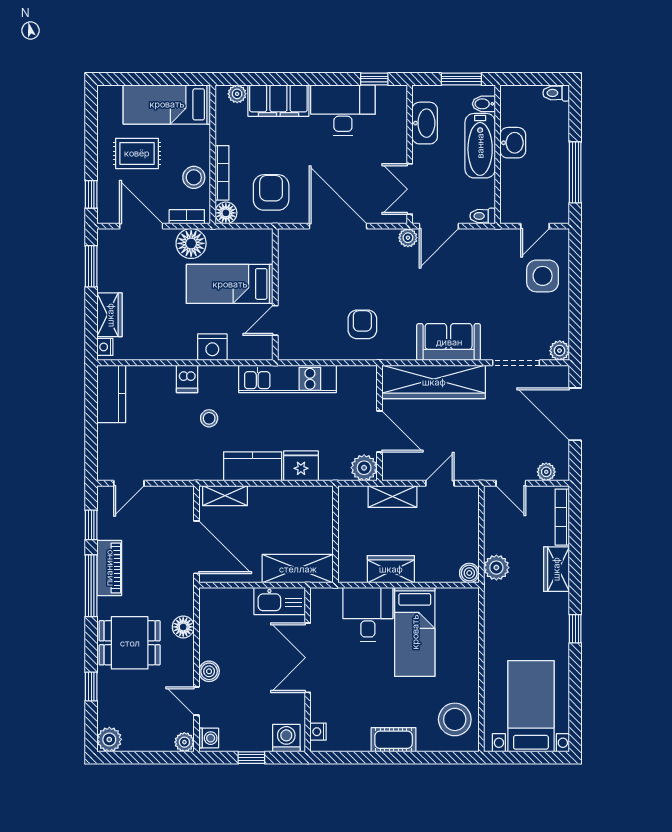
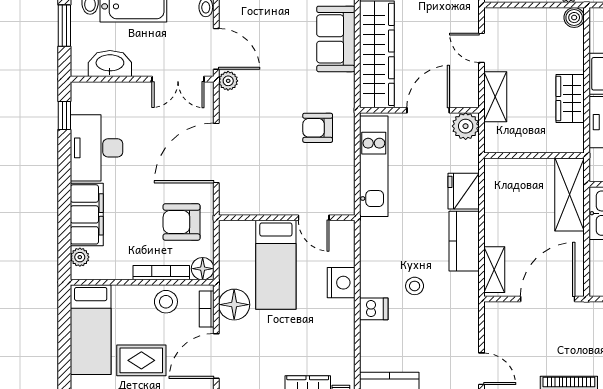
rug: (137, 153) -> (141, 360), turned 90
kitchen unit: (287, 379) -> (374, 166), moved

